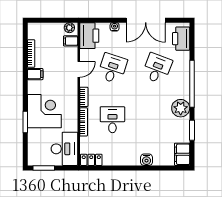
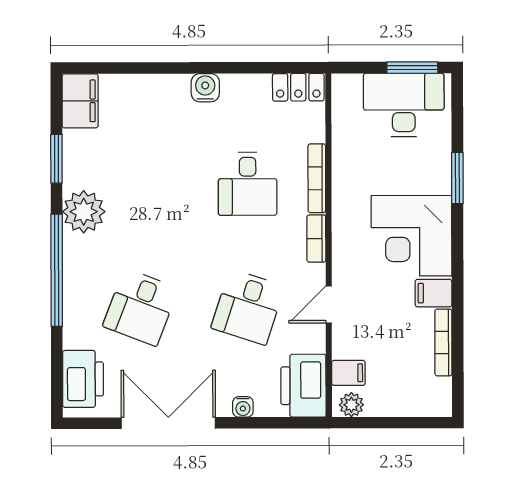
corner desk: (44, 111) -> (411, 236), moved
desk: (64, 149) -> (404, 105), moved, turned 90
water cooler: (147, 160) -> (205, 88), moved

